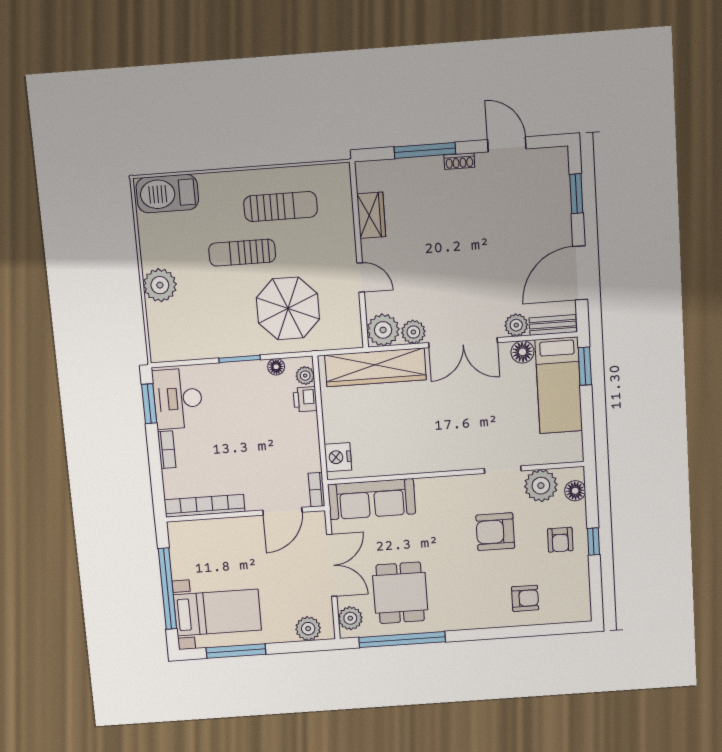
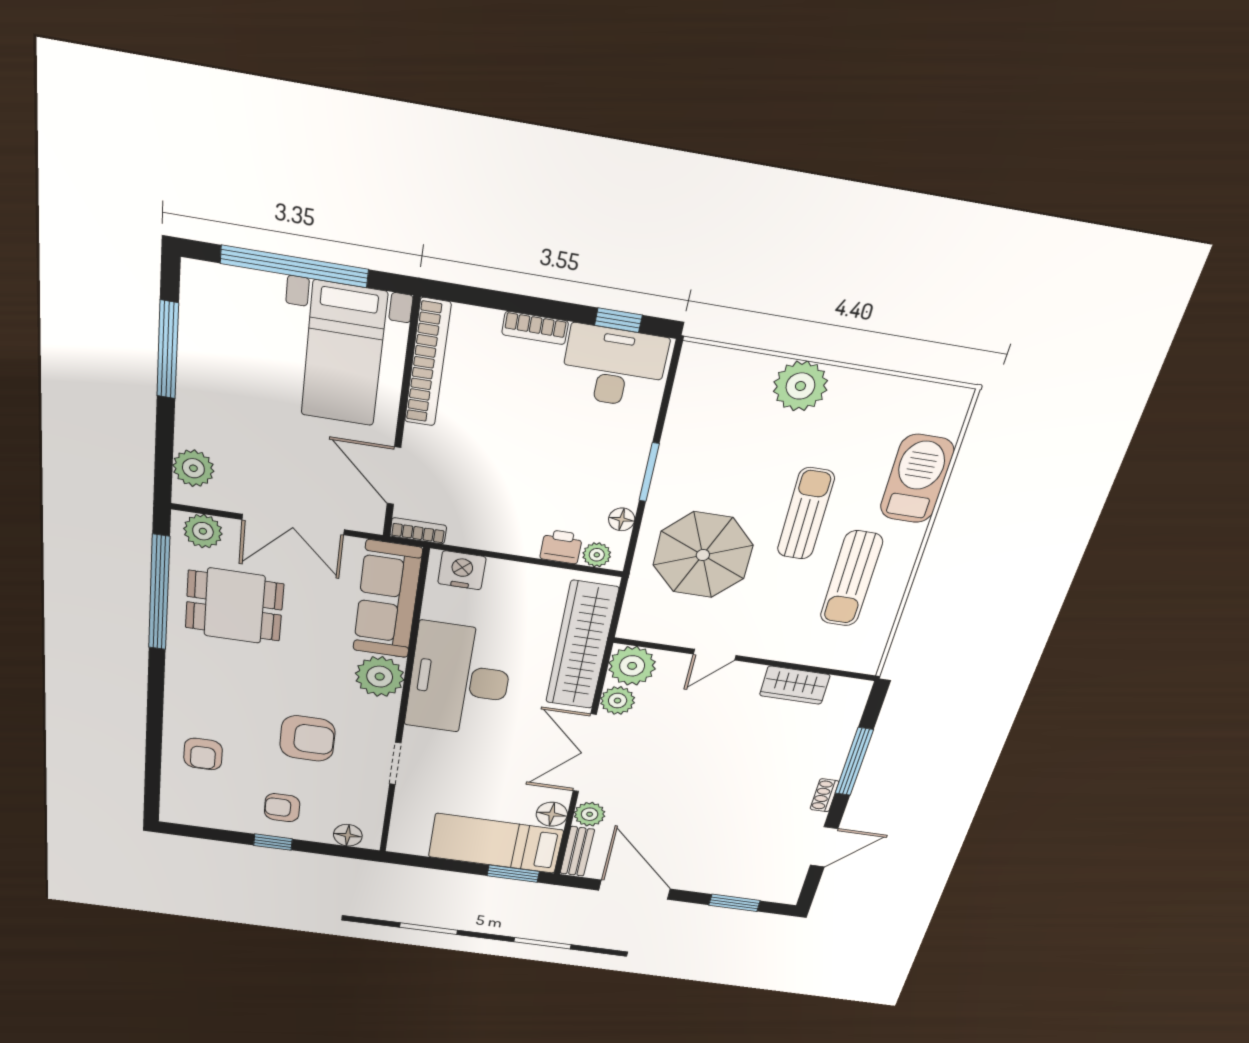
barbecue: (167, 194) -> (917, 479), moved
window: (149, 404) -> (618, 320), width x0.67
desk: (422, 441) -> (459, 680), added
plant: (541, 486) -> (380, 677), moved
armchair: (495, 532) -> (307, 738), turned 90
bed with nightstands: (218, 612) -> (344, 354), moved

